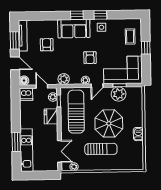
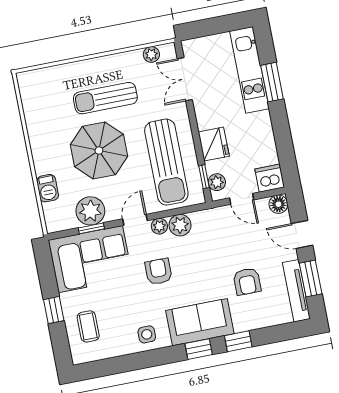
window: (100, 15) -> (238, 341), moved
plant: (64, 79) -> (180, 225), moved
barbecue: (138, 134) -> (48, 188), moved

